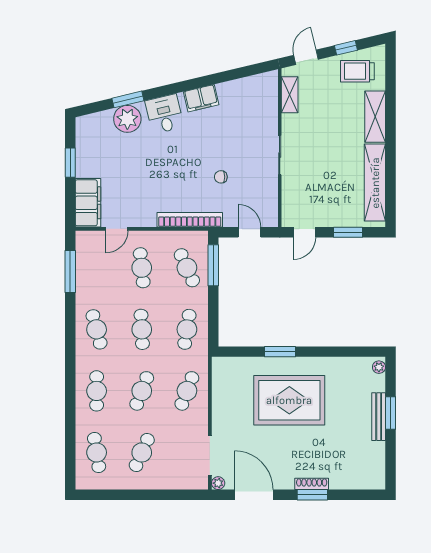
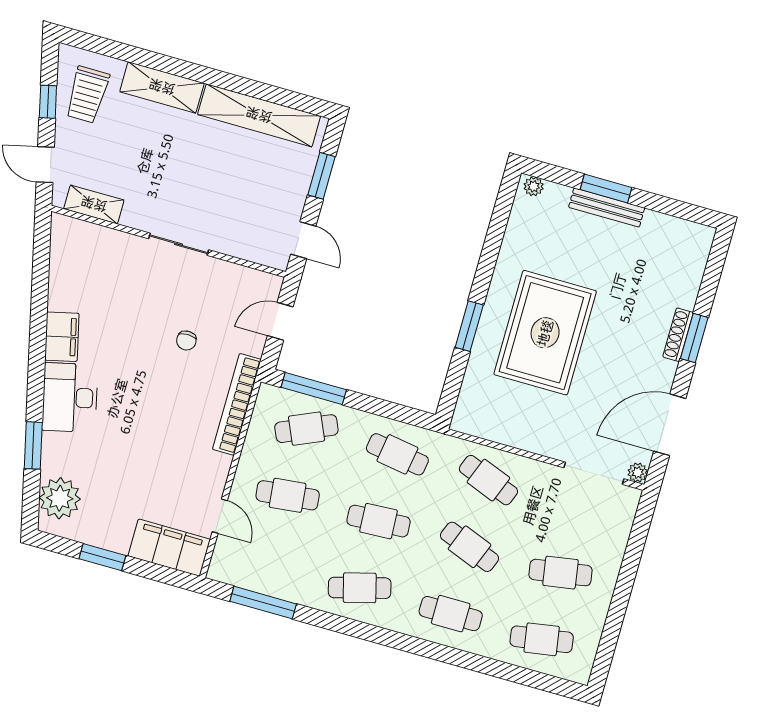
desk: (164, 114) -> (70, 398), width x1.37
plant: (127, 119) -> (60, 498), moved
cafe table: (142, 452) -> (561, 573), turned -33

